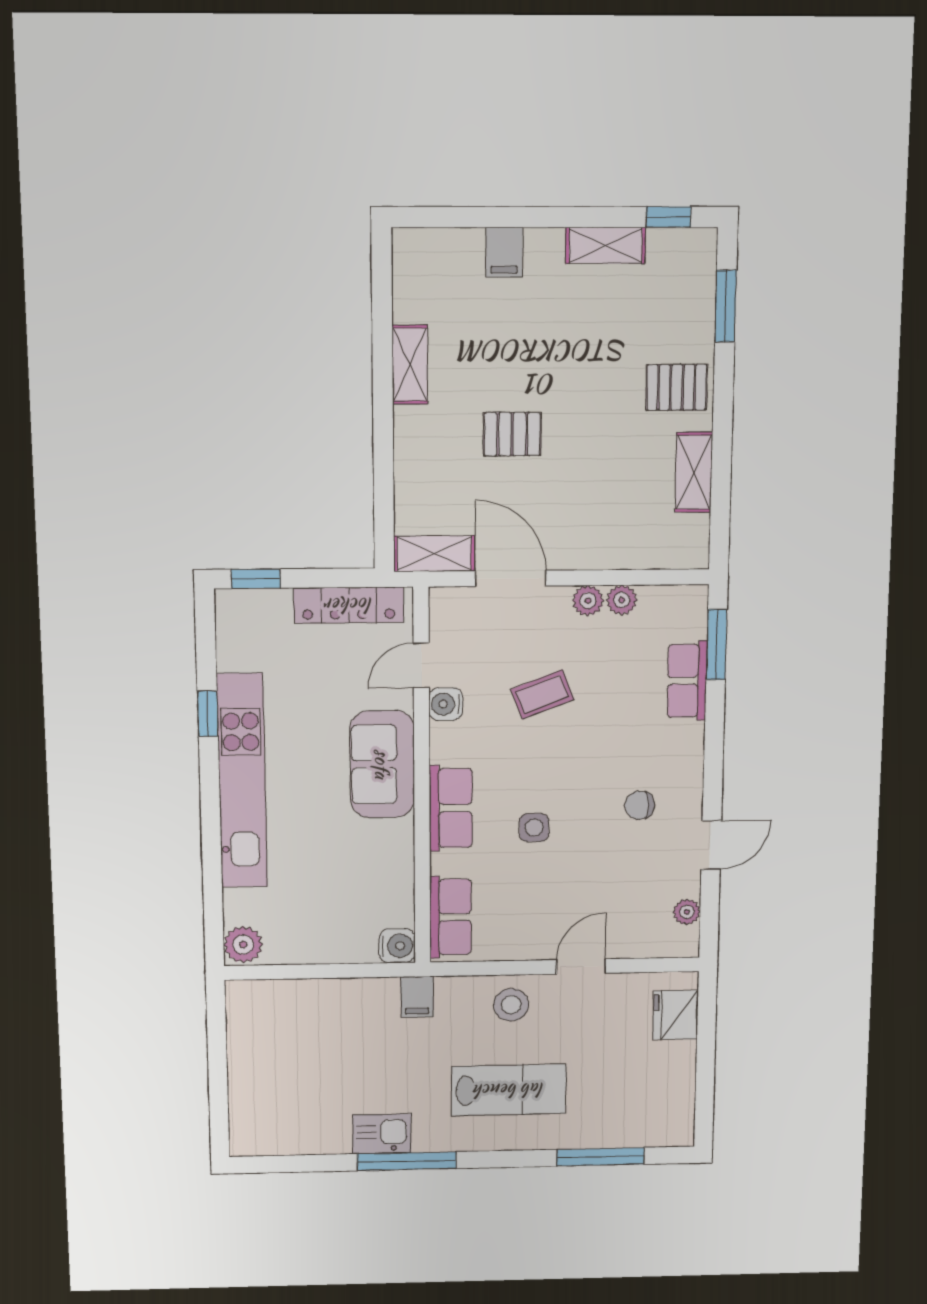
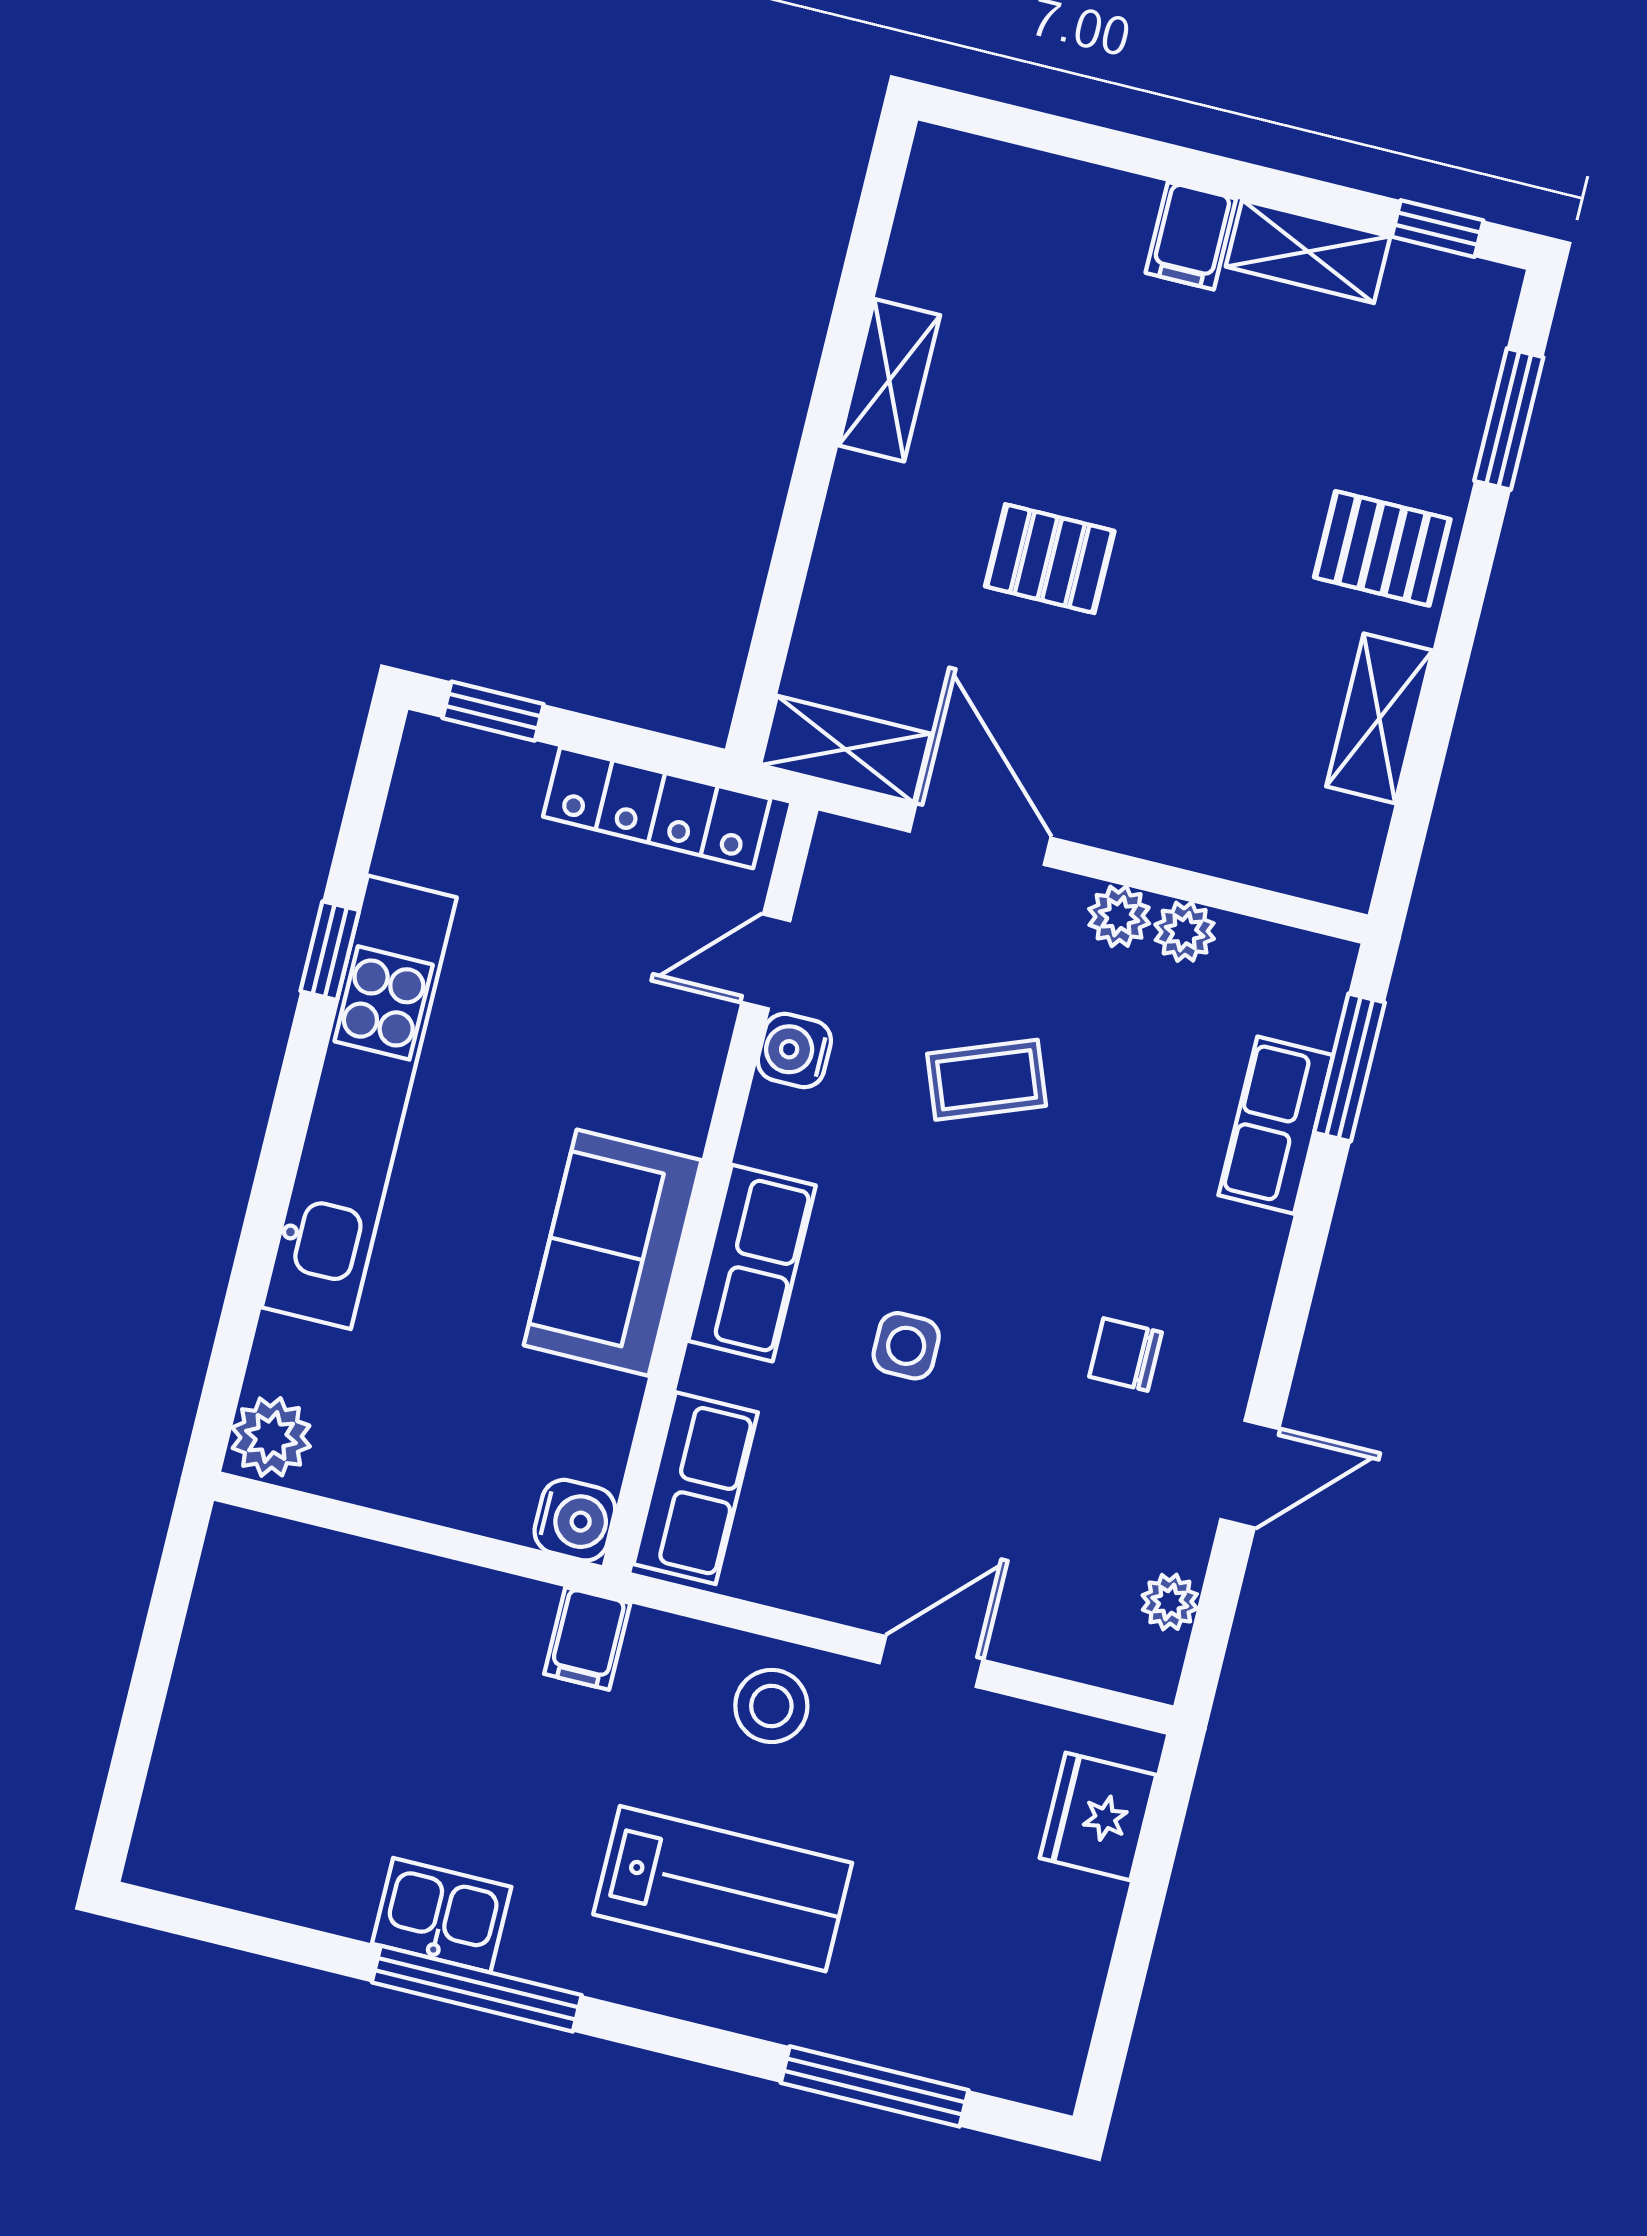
filing cabinet: (504, 252) -> (1191, 236), moved
sofa: (382, 764) -> (613, 1253), moved

